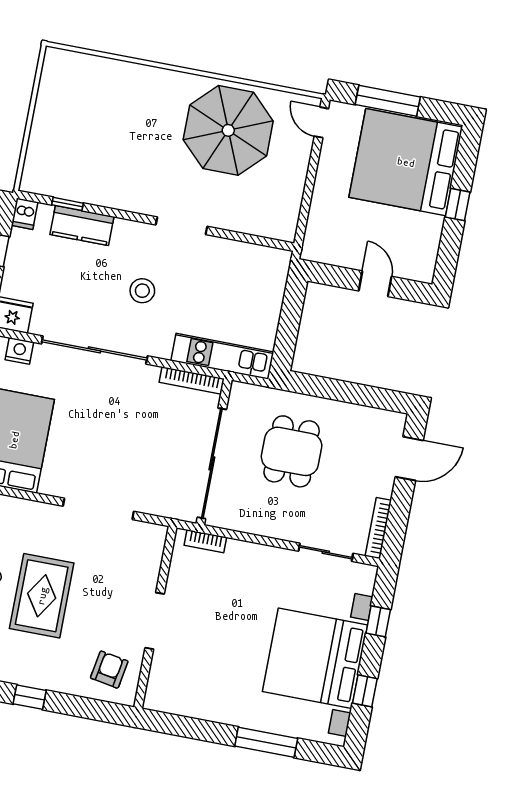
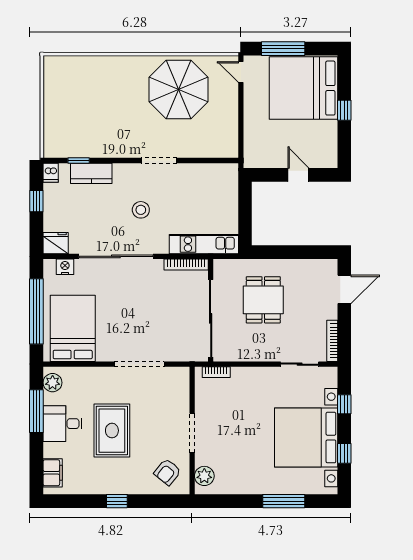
armchair: (109, 670) -> (167, 472), turned -151
plant: (160, 685) -> (204, 476), added

